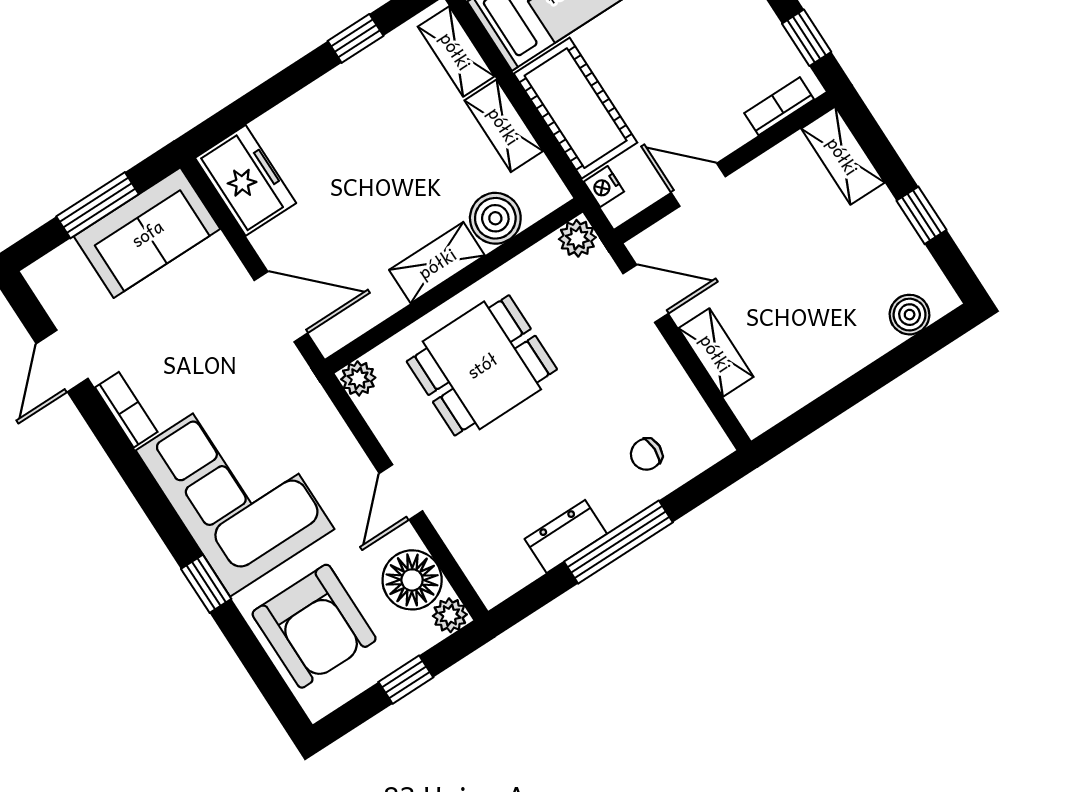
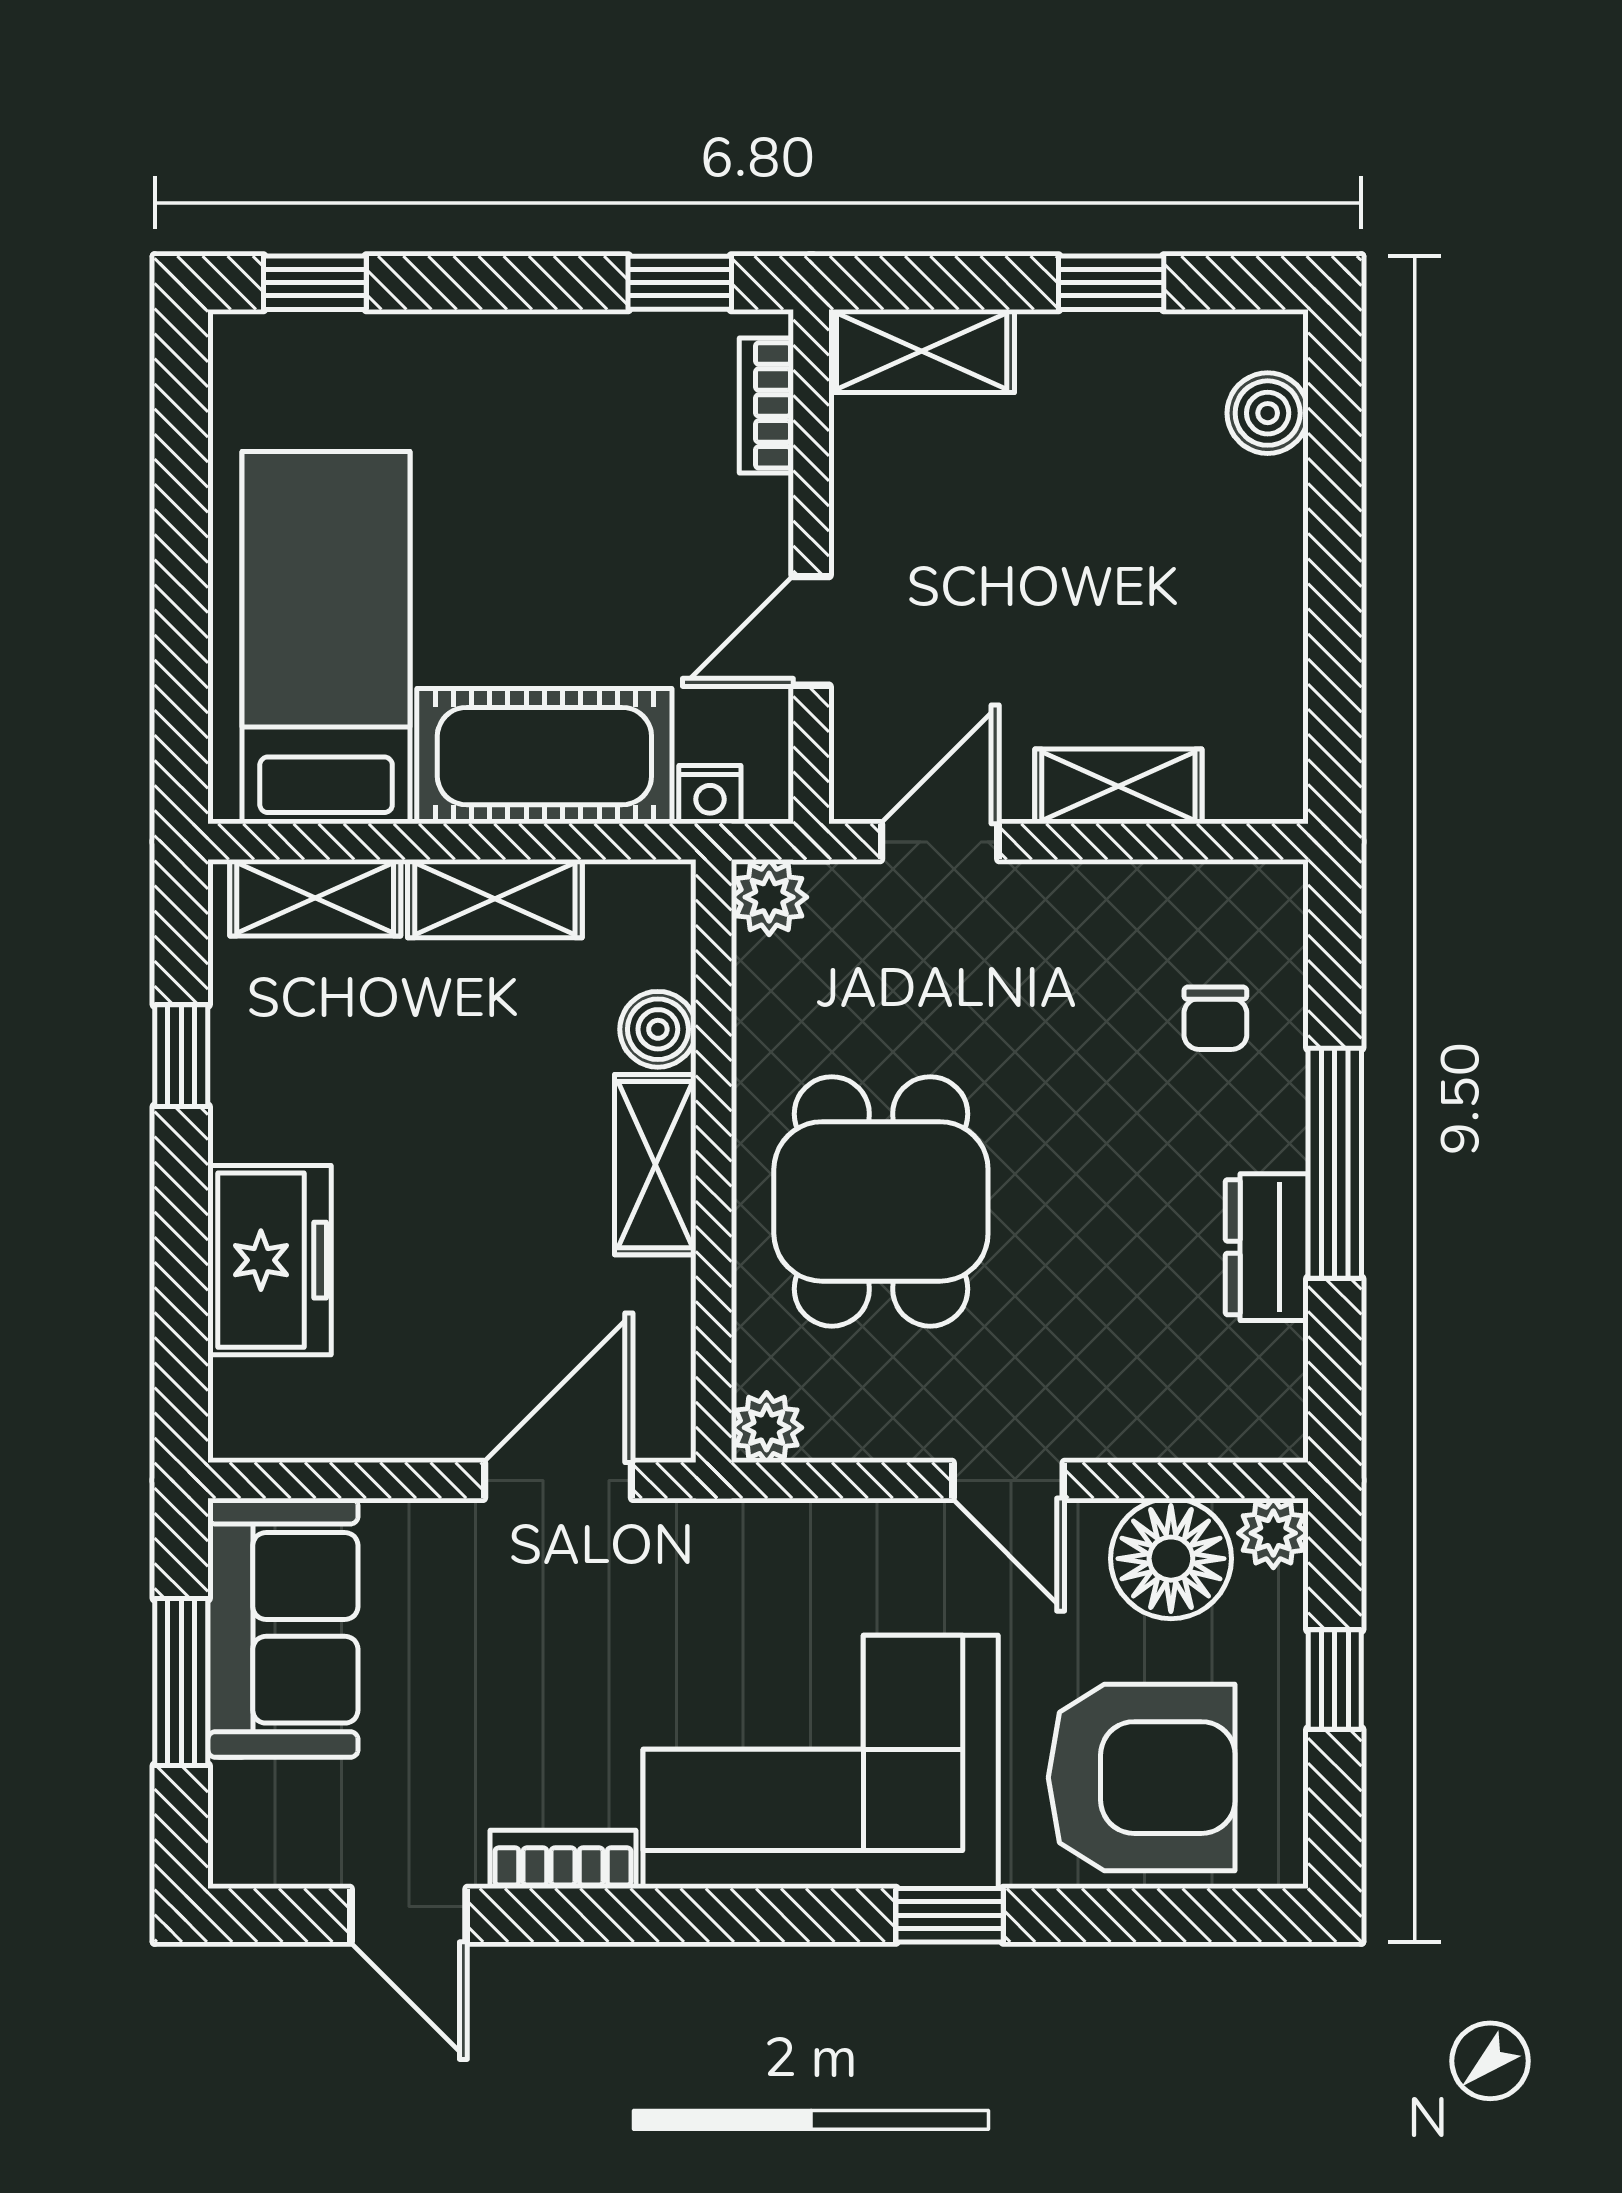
freezer: (246, 180) -> (270, 1260), moved, turned 90
boiler: (495, 218) -> (658, 1029), width x0.73, depth x0.73

